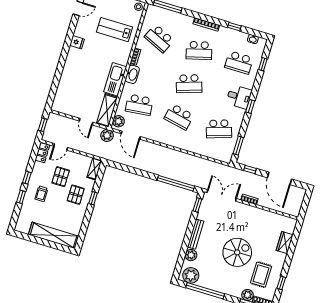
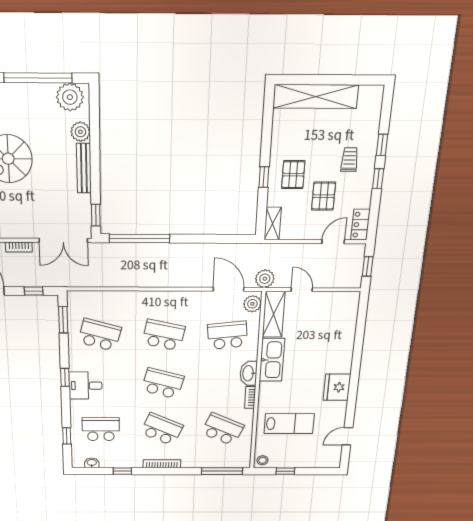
fridge: (77, 42) -> (337, 387), width x1.88, depth x1.34
school desk: (199, 50) -> (162, 429), turned 39
school desk: (189, 84) -> (163, 383), turned 33
school desk: (219, 129) -> (100, 335), turned 33

